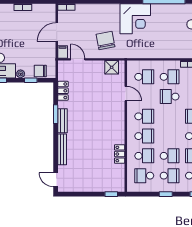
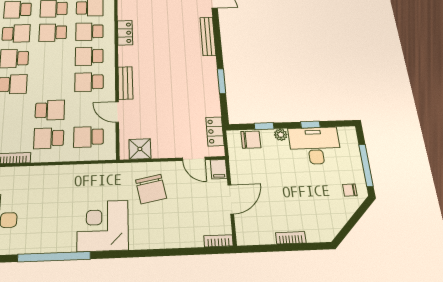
locker: (63, 91) -> (215, 131), moved
bench: (62, 121) -> (125, 83), moved

